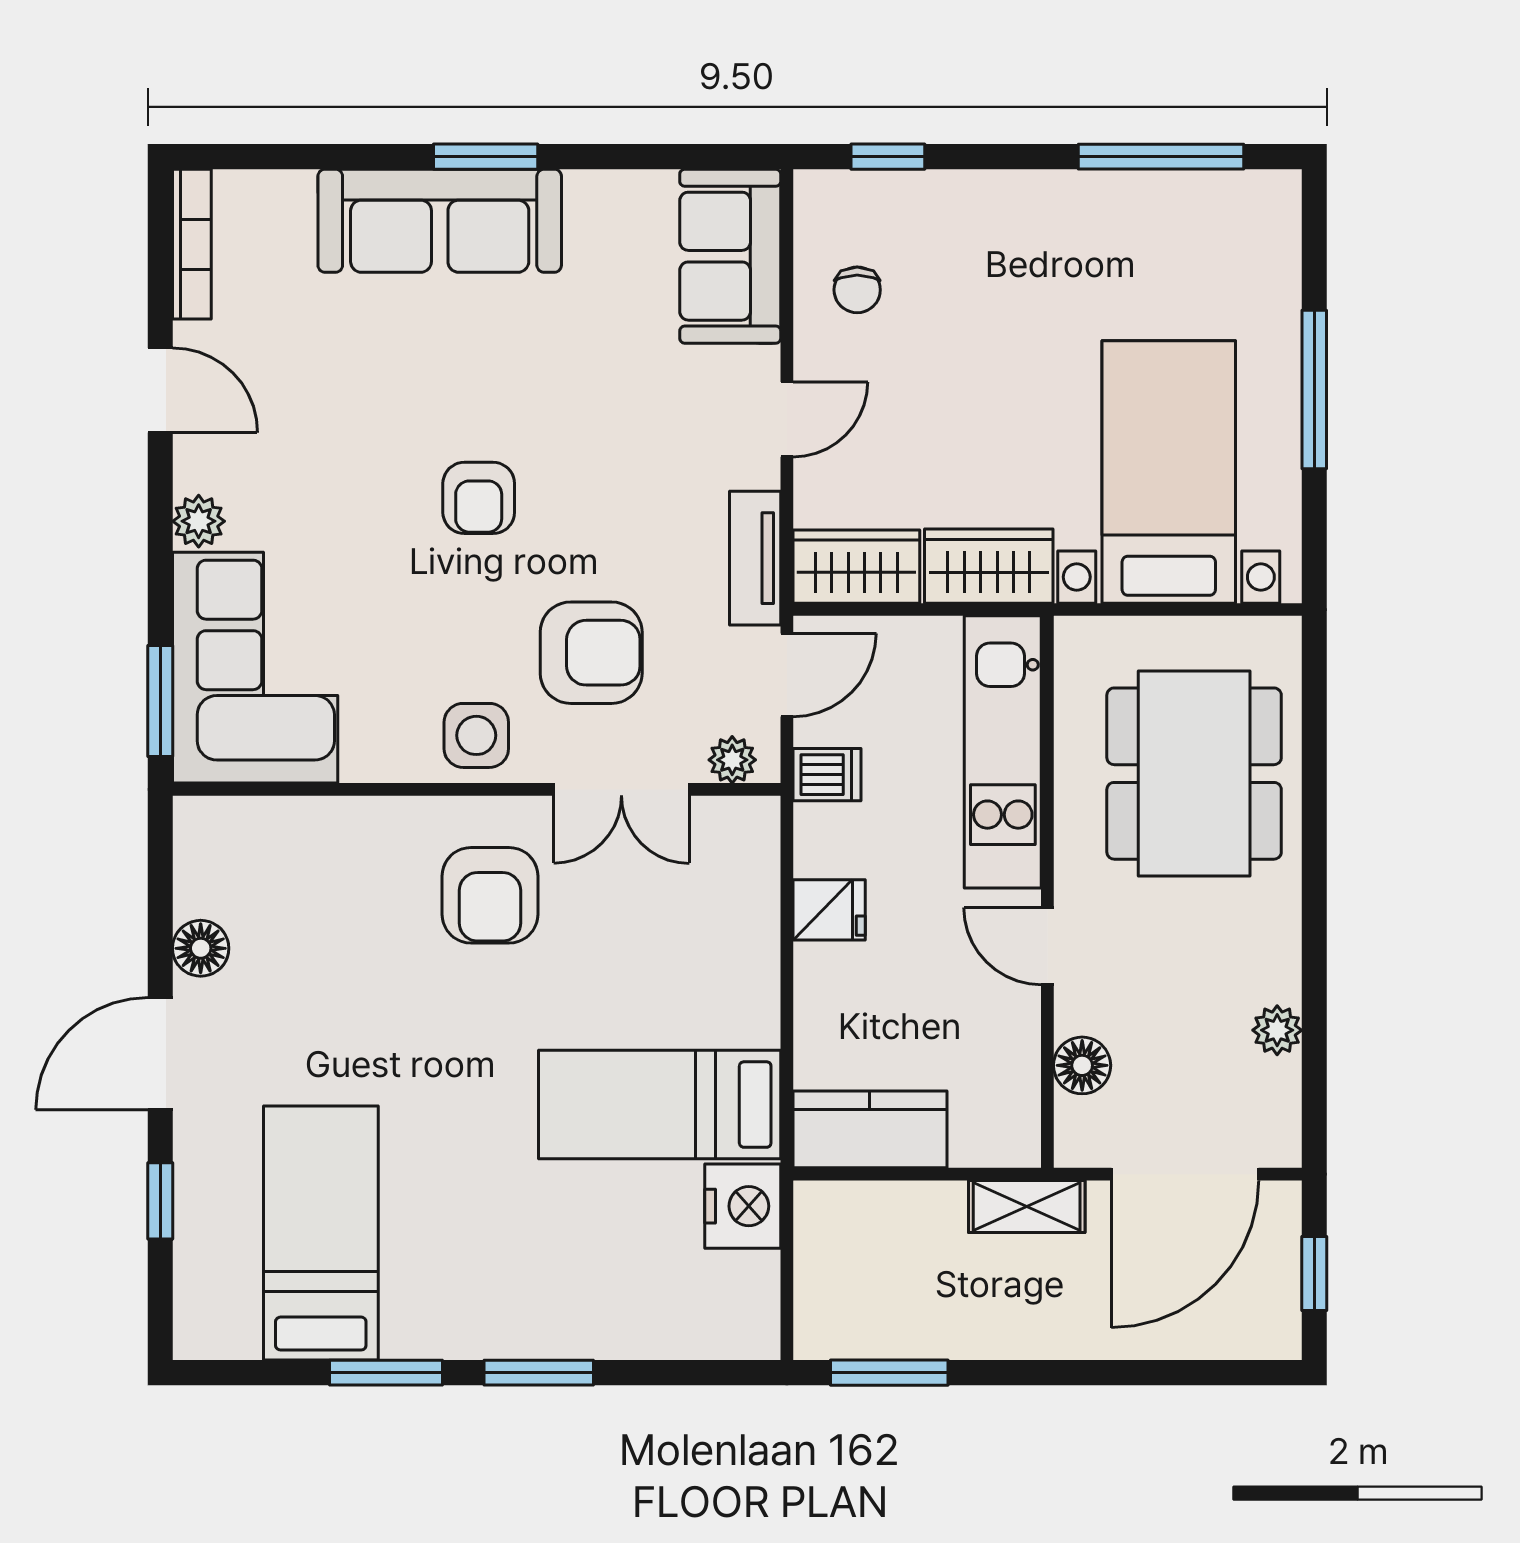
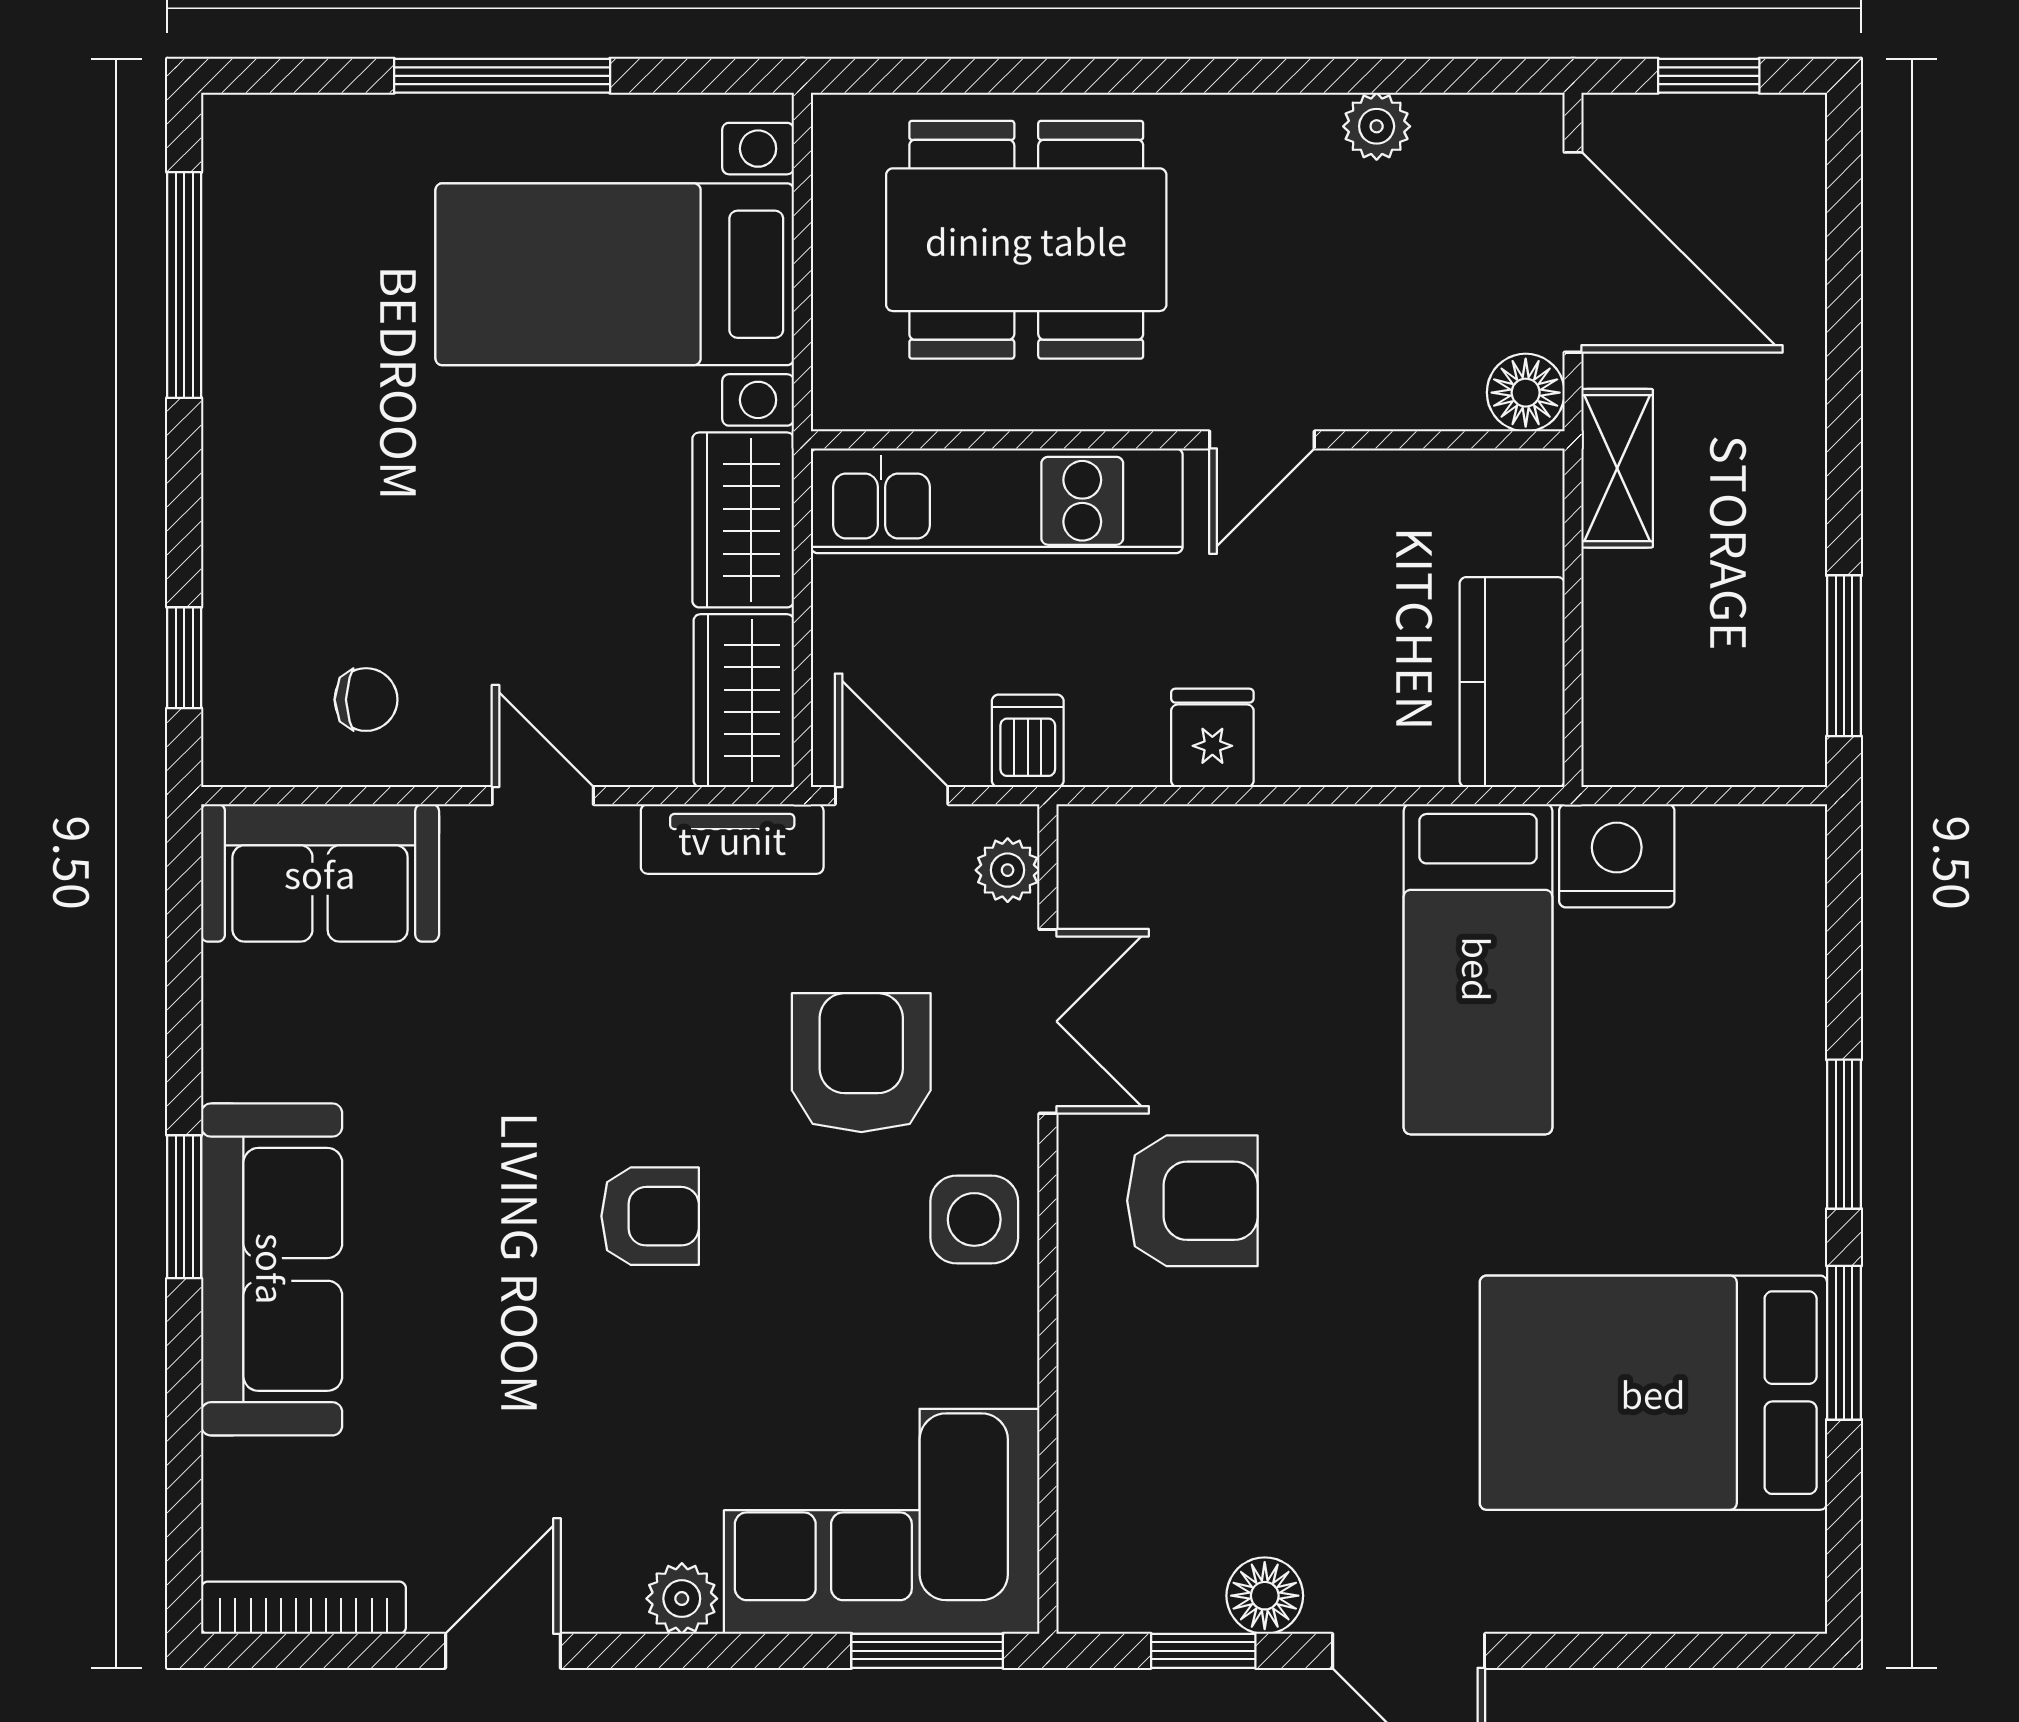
floor lamp: (1082, 1065) -> (1526, 393), moved
window: (160, 1201) -> (1203, 1651), moved
bed: (321, 1233) -> (1653, 1393), width x1.50

